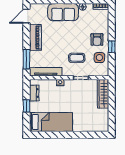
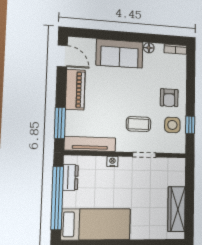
door: (26, 16) -> (62, 56), swing flipped
window: (112, 47) -> (190, 125), moved
wardrobe: (103, 94) -> (176, 209), moved
window: (26, 106) -> (57, 198), width x3.17

